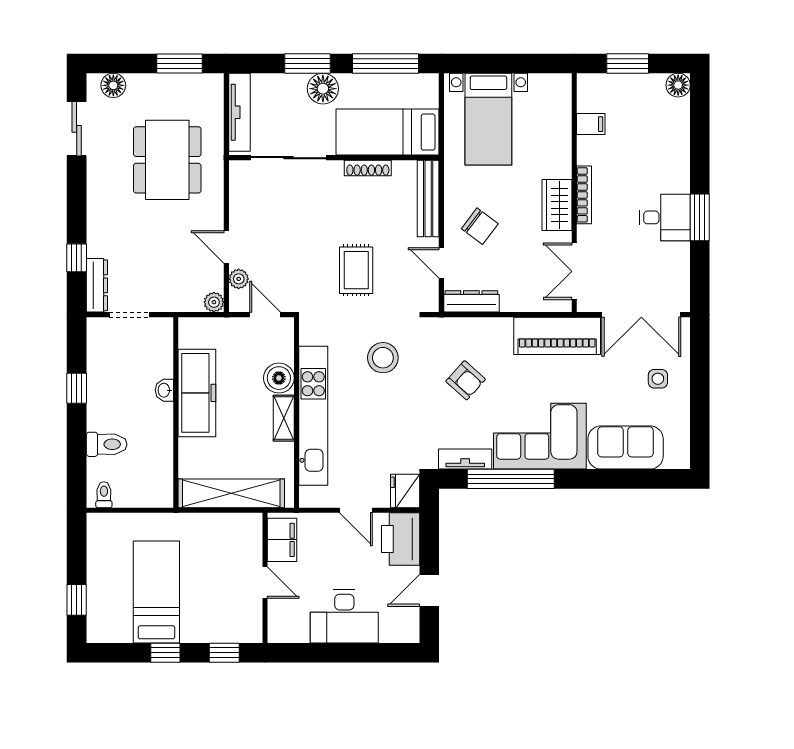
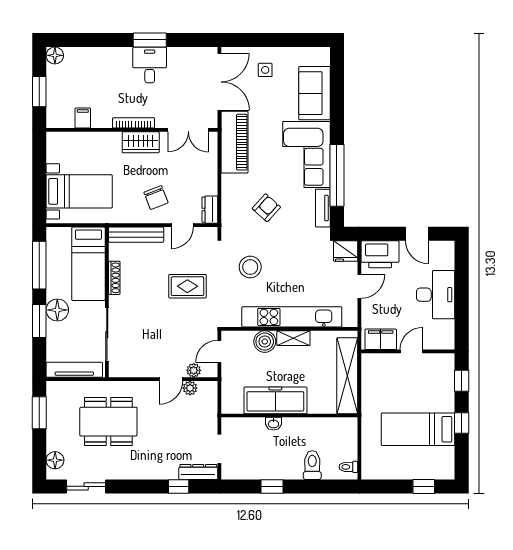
chair: (480, 226) -> (156, 198), turned 122
dresser: (471, 301) -> (210, 210), width x0.70
plant: (214, 302) -> (190, 388), moved

